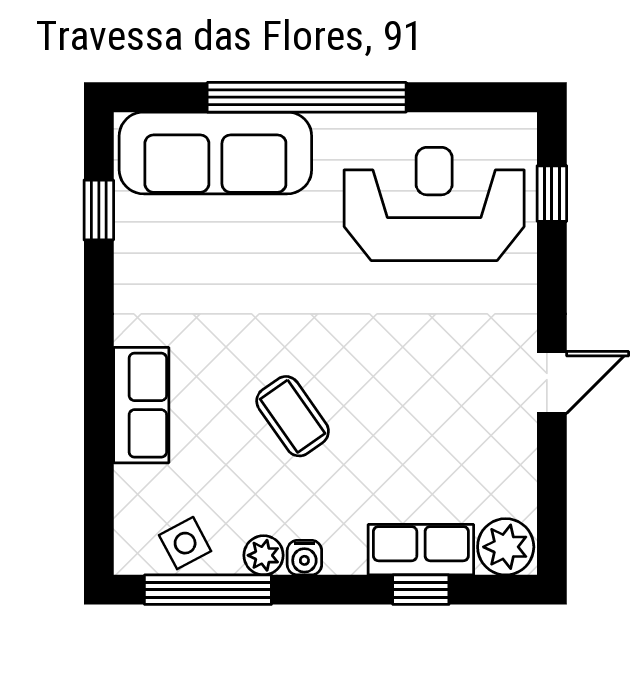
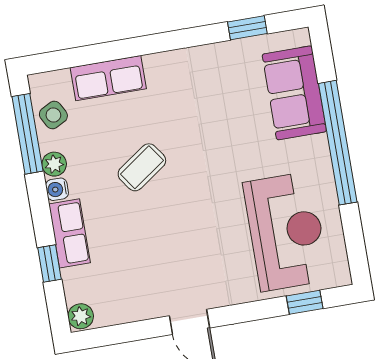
sofa: (215, 153) -> (294, 93), width x0.73
row of seats: (141, 405) -> (108, 78), moved
plant: (506, 547) -> (81, 316), width x0.73, depth x0.73
row of seats: (421, 550) -> (69, 233), moved

